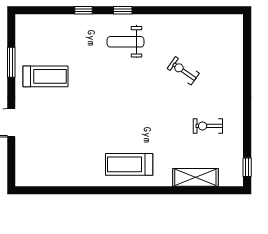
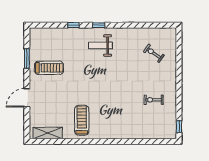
exercise bike: (183, 71) -> (154, 53), moved
treadmill: (129, 164) -> (82, 120), moved, turned 90
shelving: (195, 177) -> (48, 133), moved

